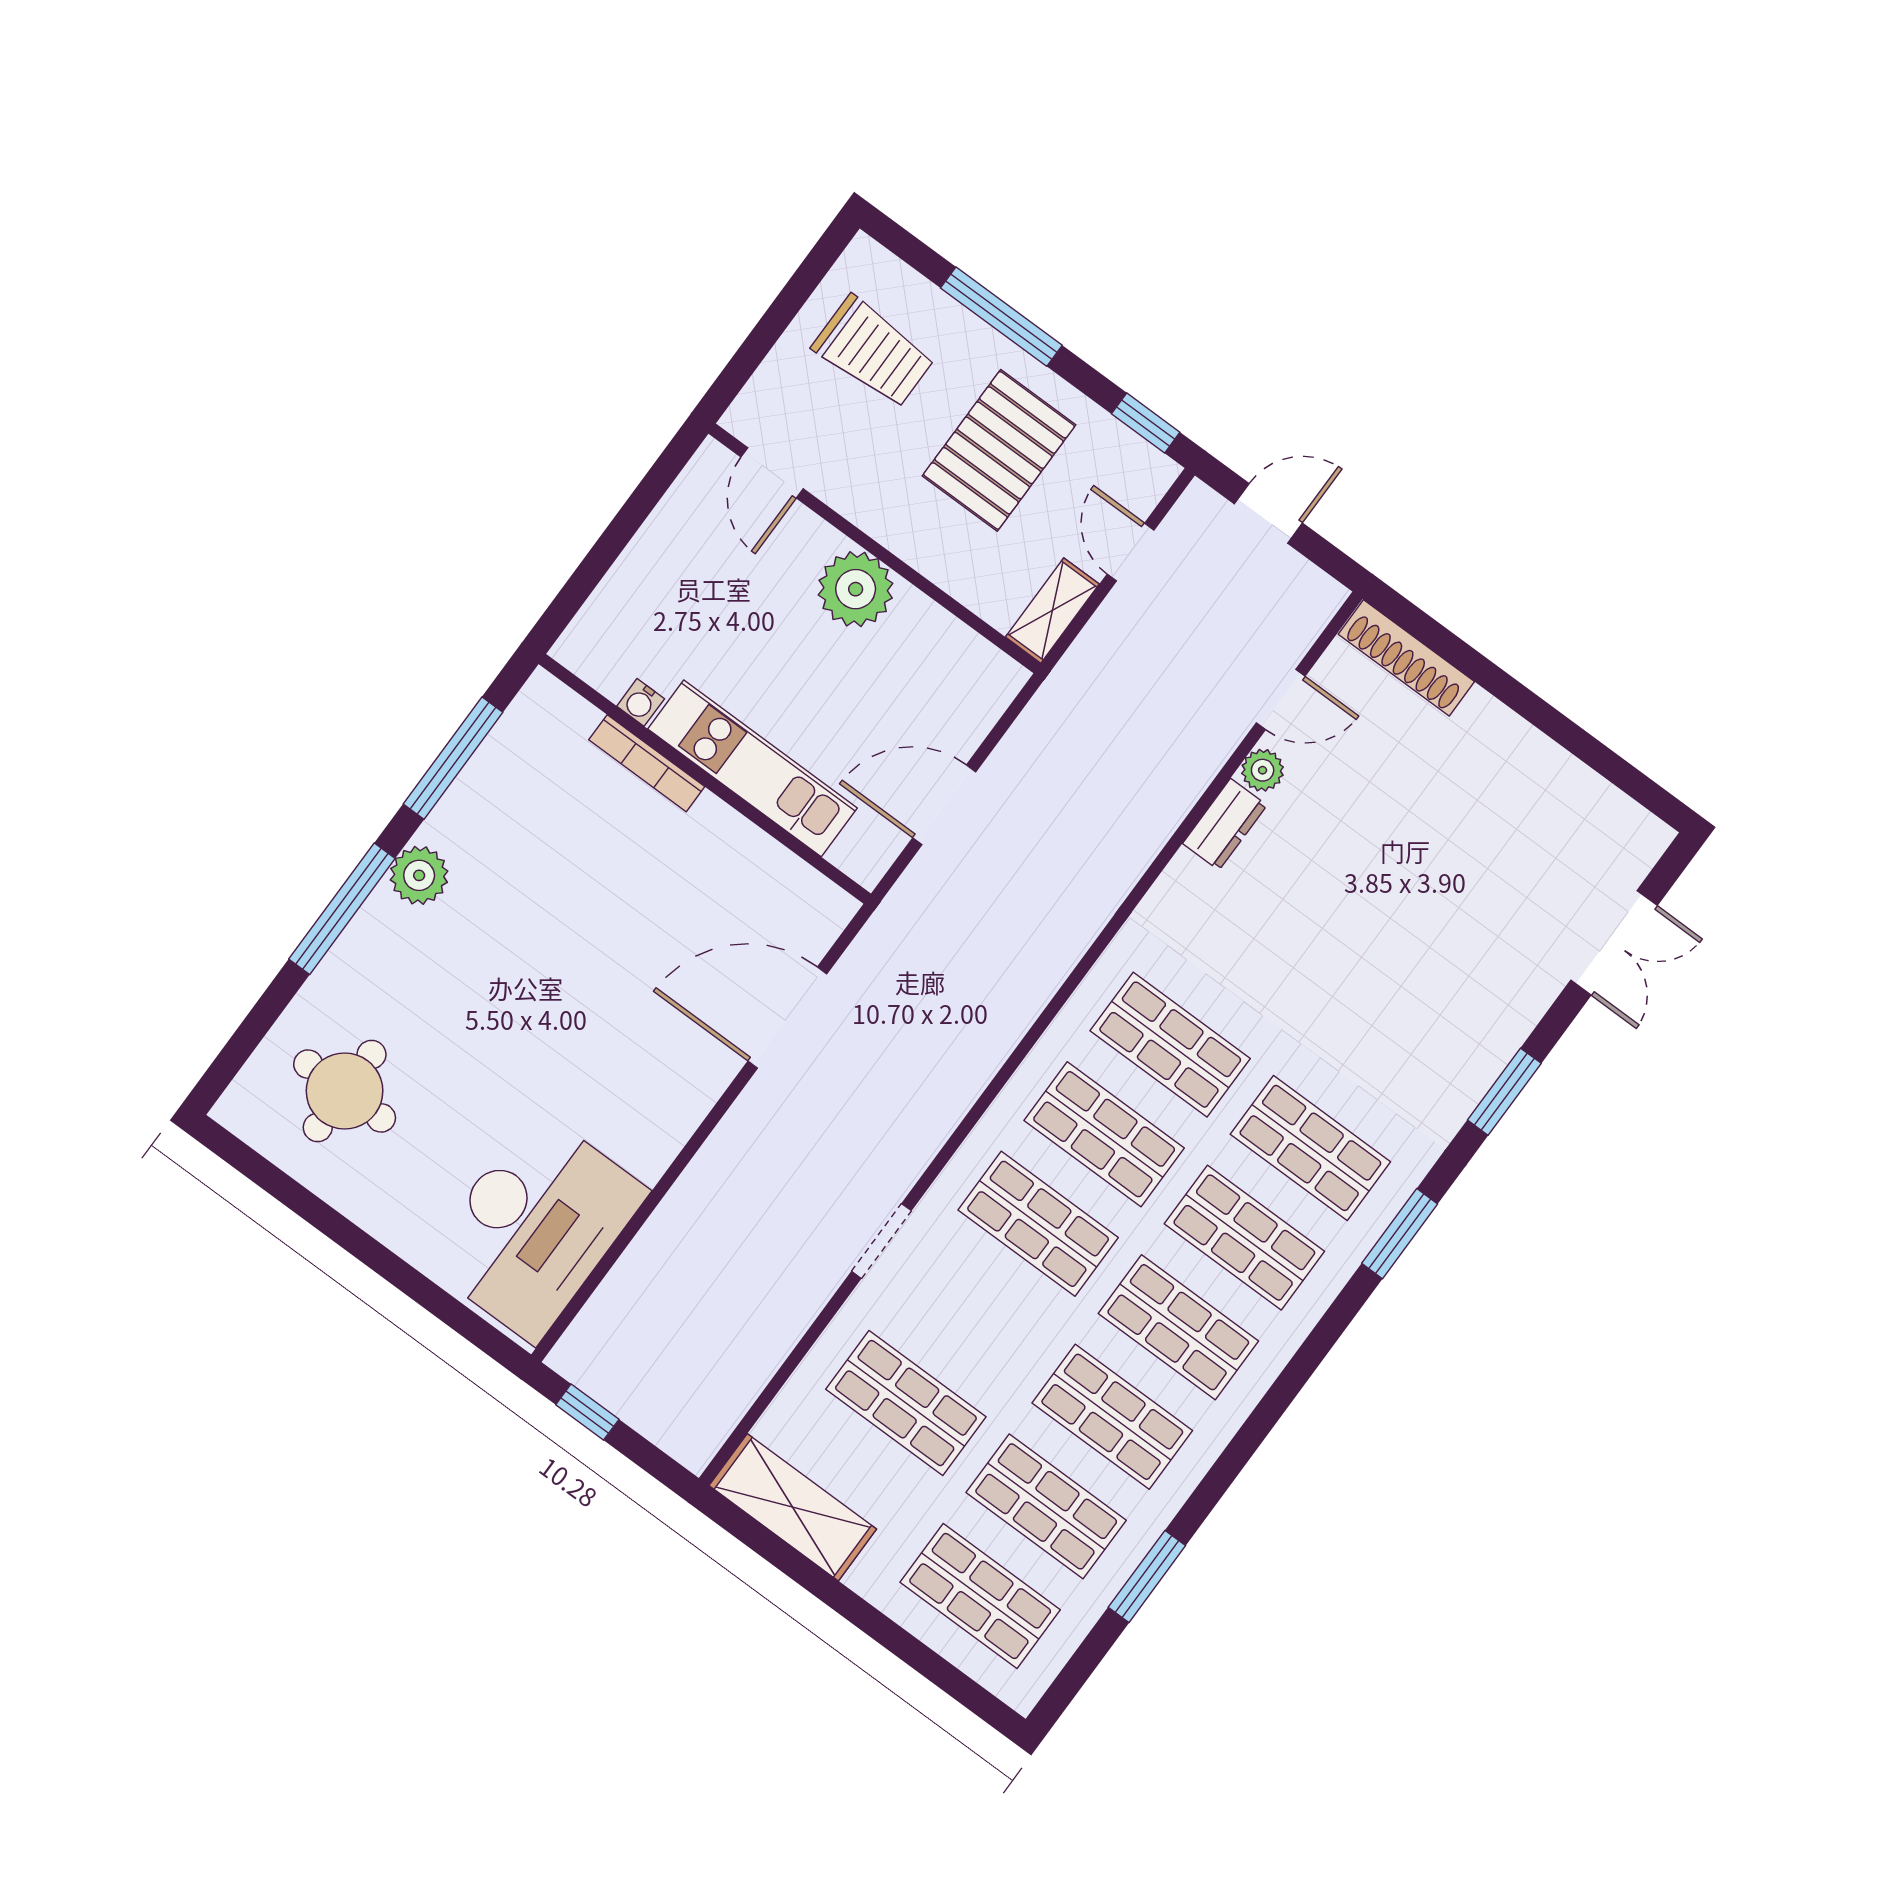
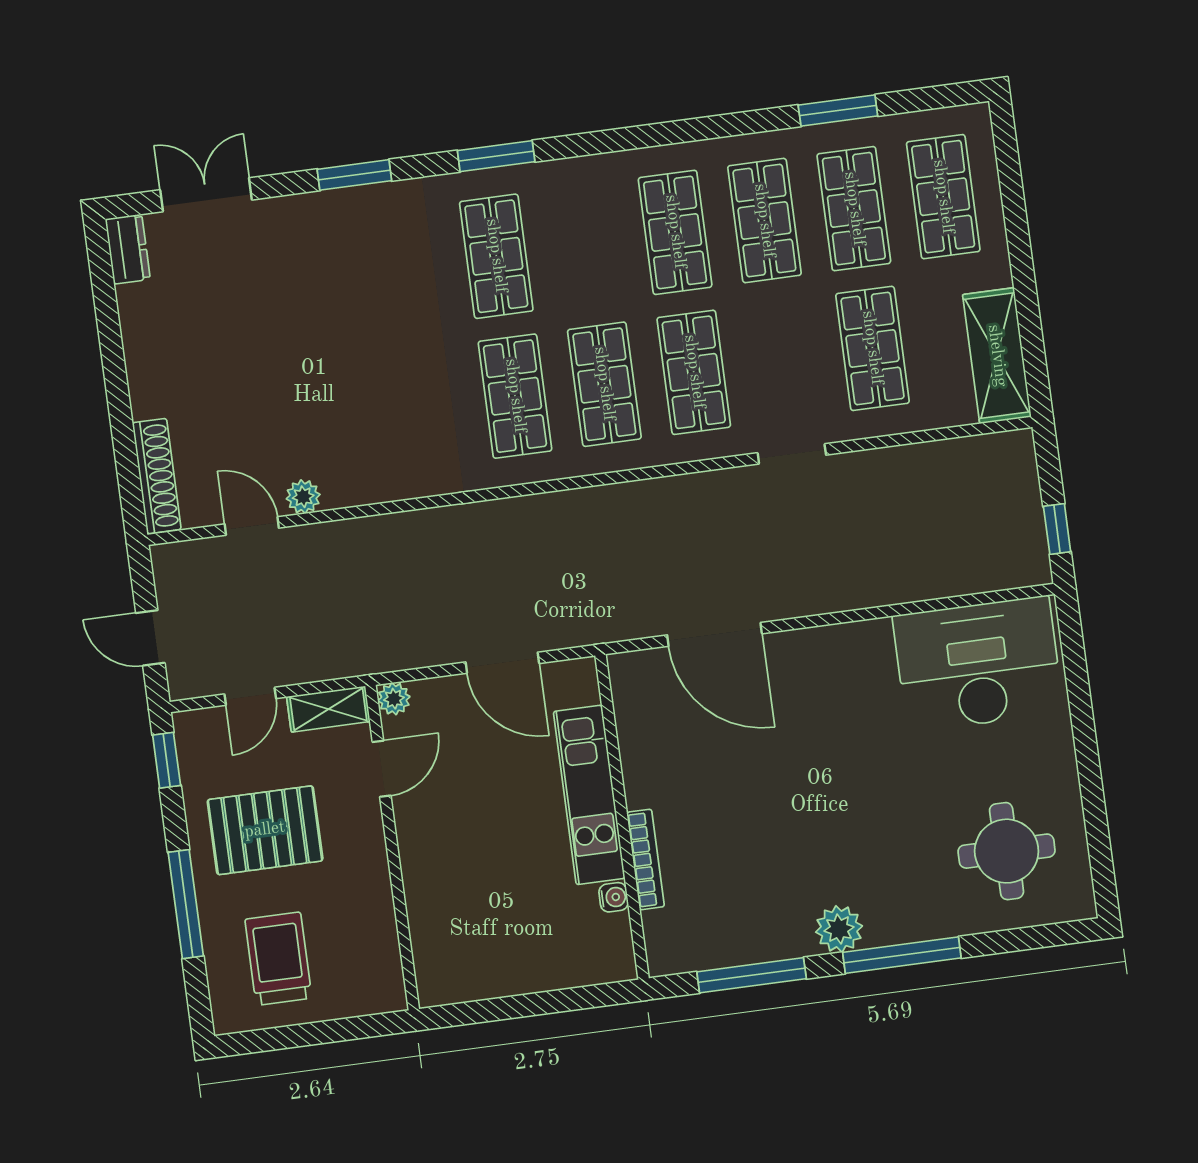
door: (772, 473) -> (382, 769), moved
plant: (856, 589) -> (394, 699), moved, width x0.53, depth x0.53
dresser: (1225, 824) -> (128, 249), moved, turned 90
shop shelf: (1244, 1238) -> (586, 244), removed

